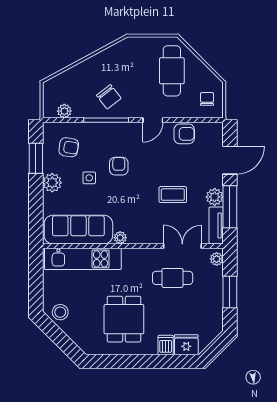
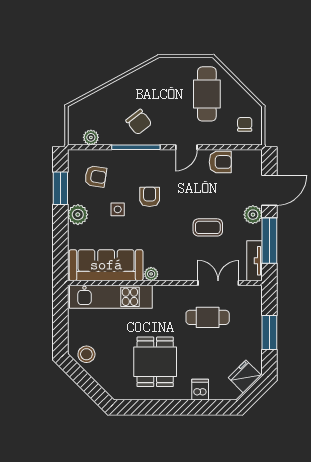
plant: (215, 197) -> (253, 215), moved
plant: (217, 259) -> (255, 297), removed
fridge: (186, 345) -> (245, 376), moved, turned -45

